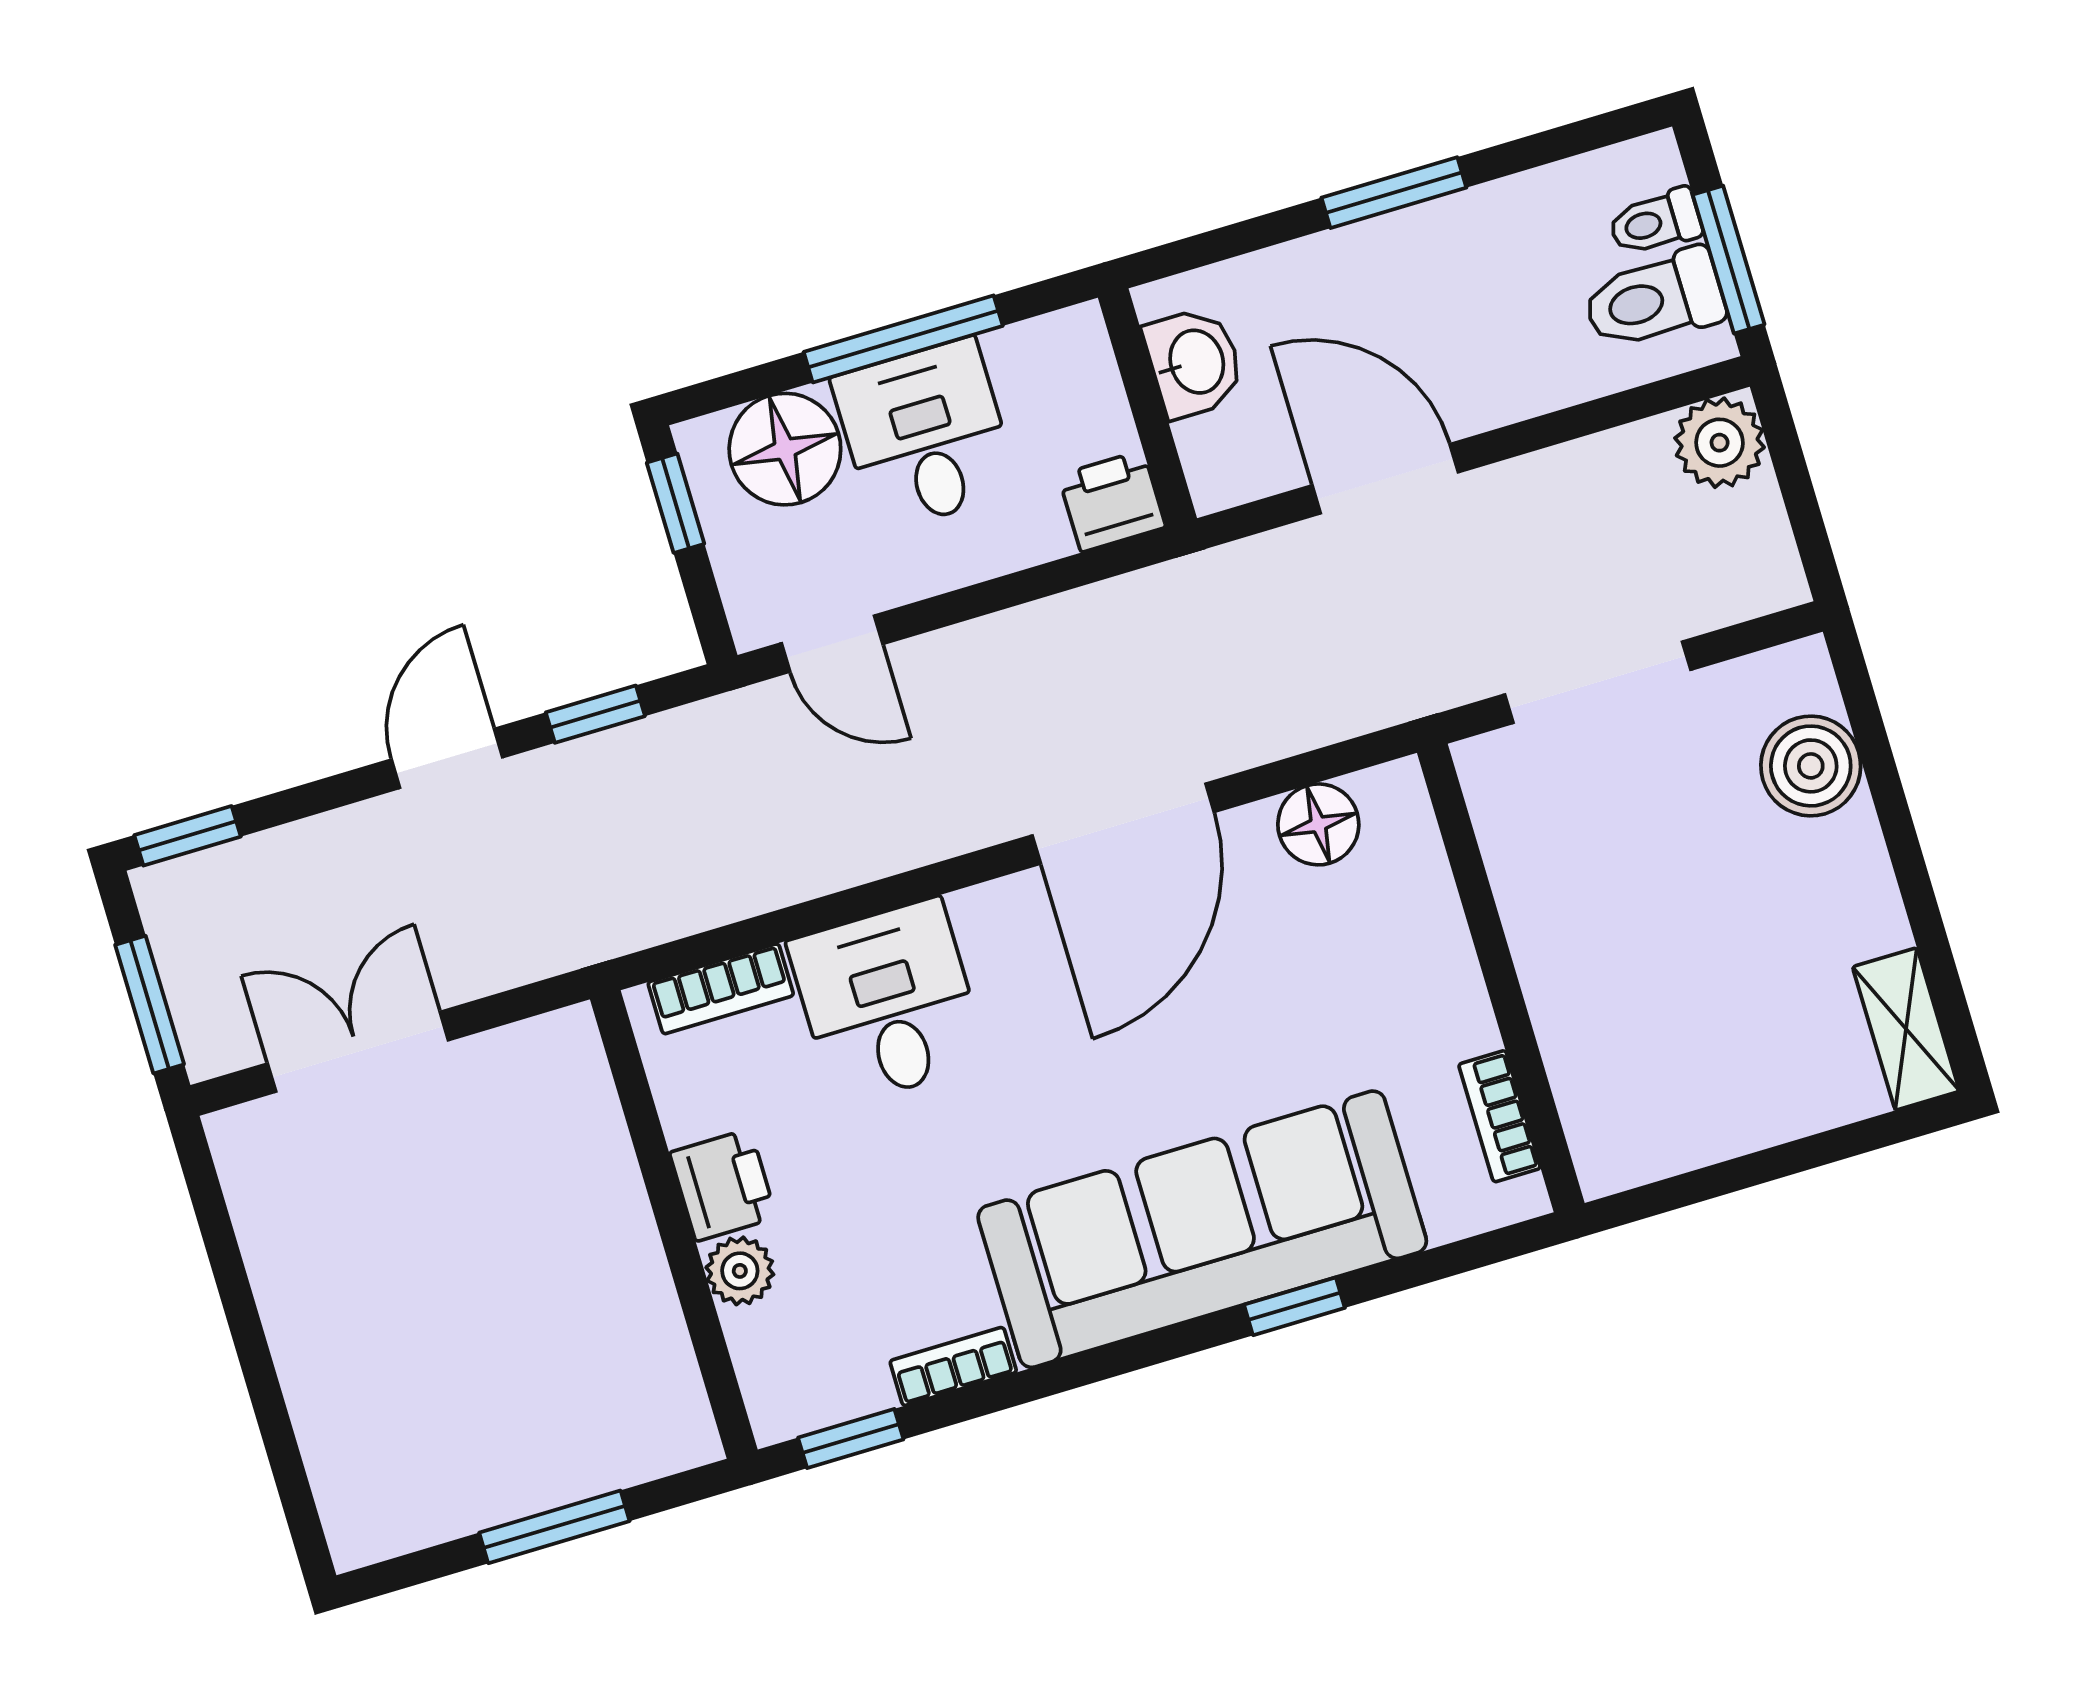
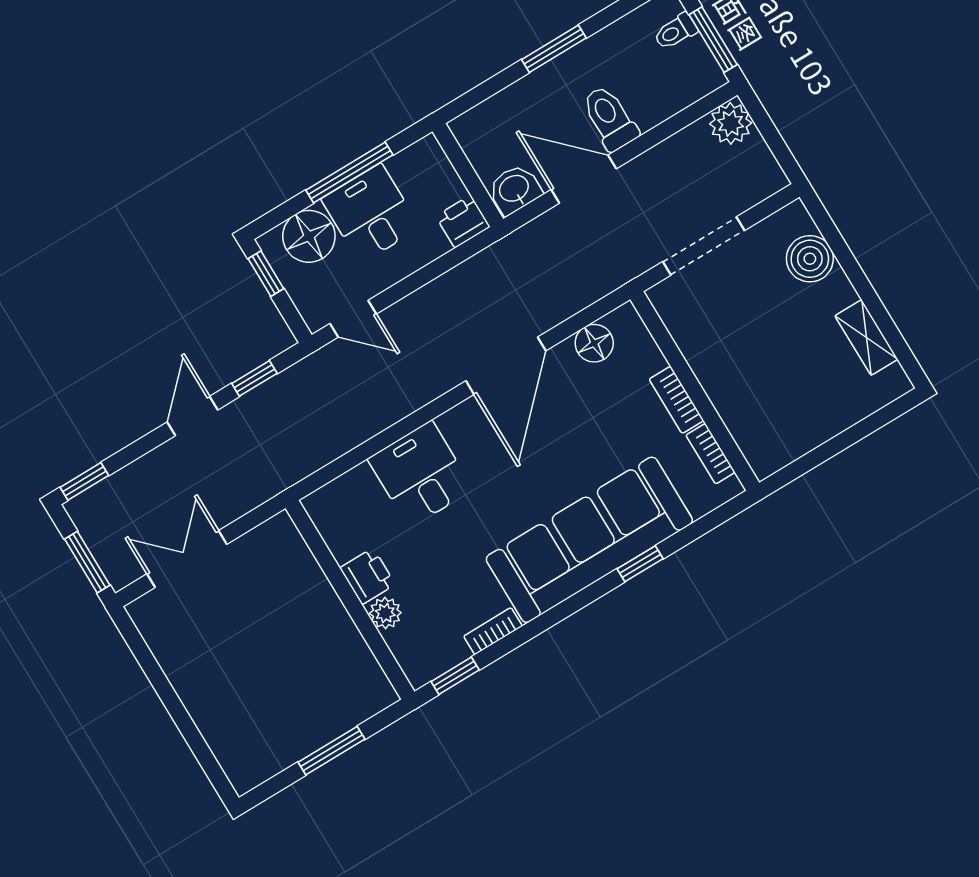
toilet: (1654, 300) -> (610, 118), moved, turned 90
washbasin: (1194, 362) -> (514, 189), moved, turned -90
bookcase: (721, 989) -> (676, 400), moved, turned 90
shelving: (1906, 1029) -> (866, 338), moved

